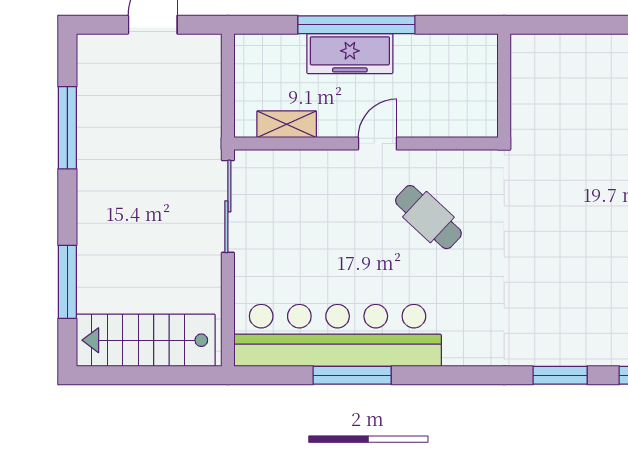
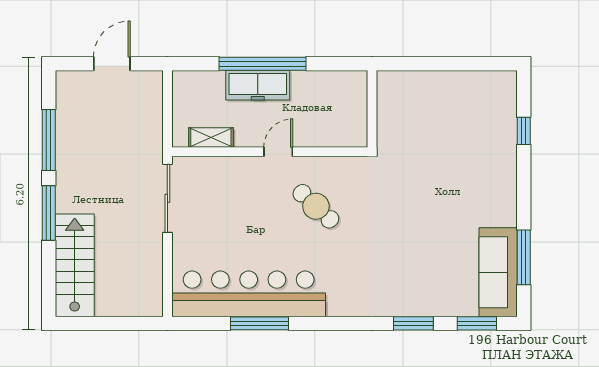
window: (67, 282) -> (49, 213), moved
stairs: (146, 340) -> (75, 265), moved, turned 90

